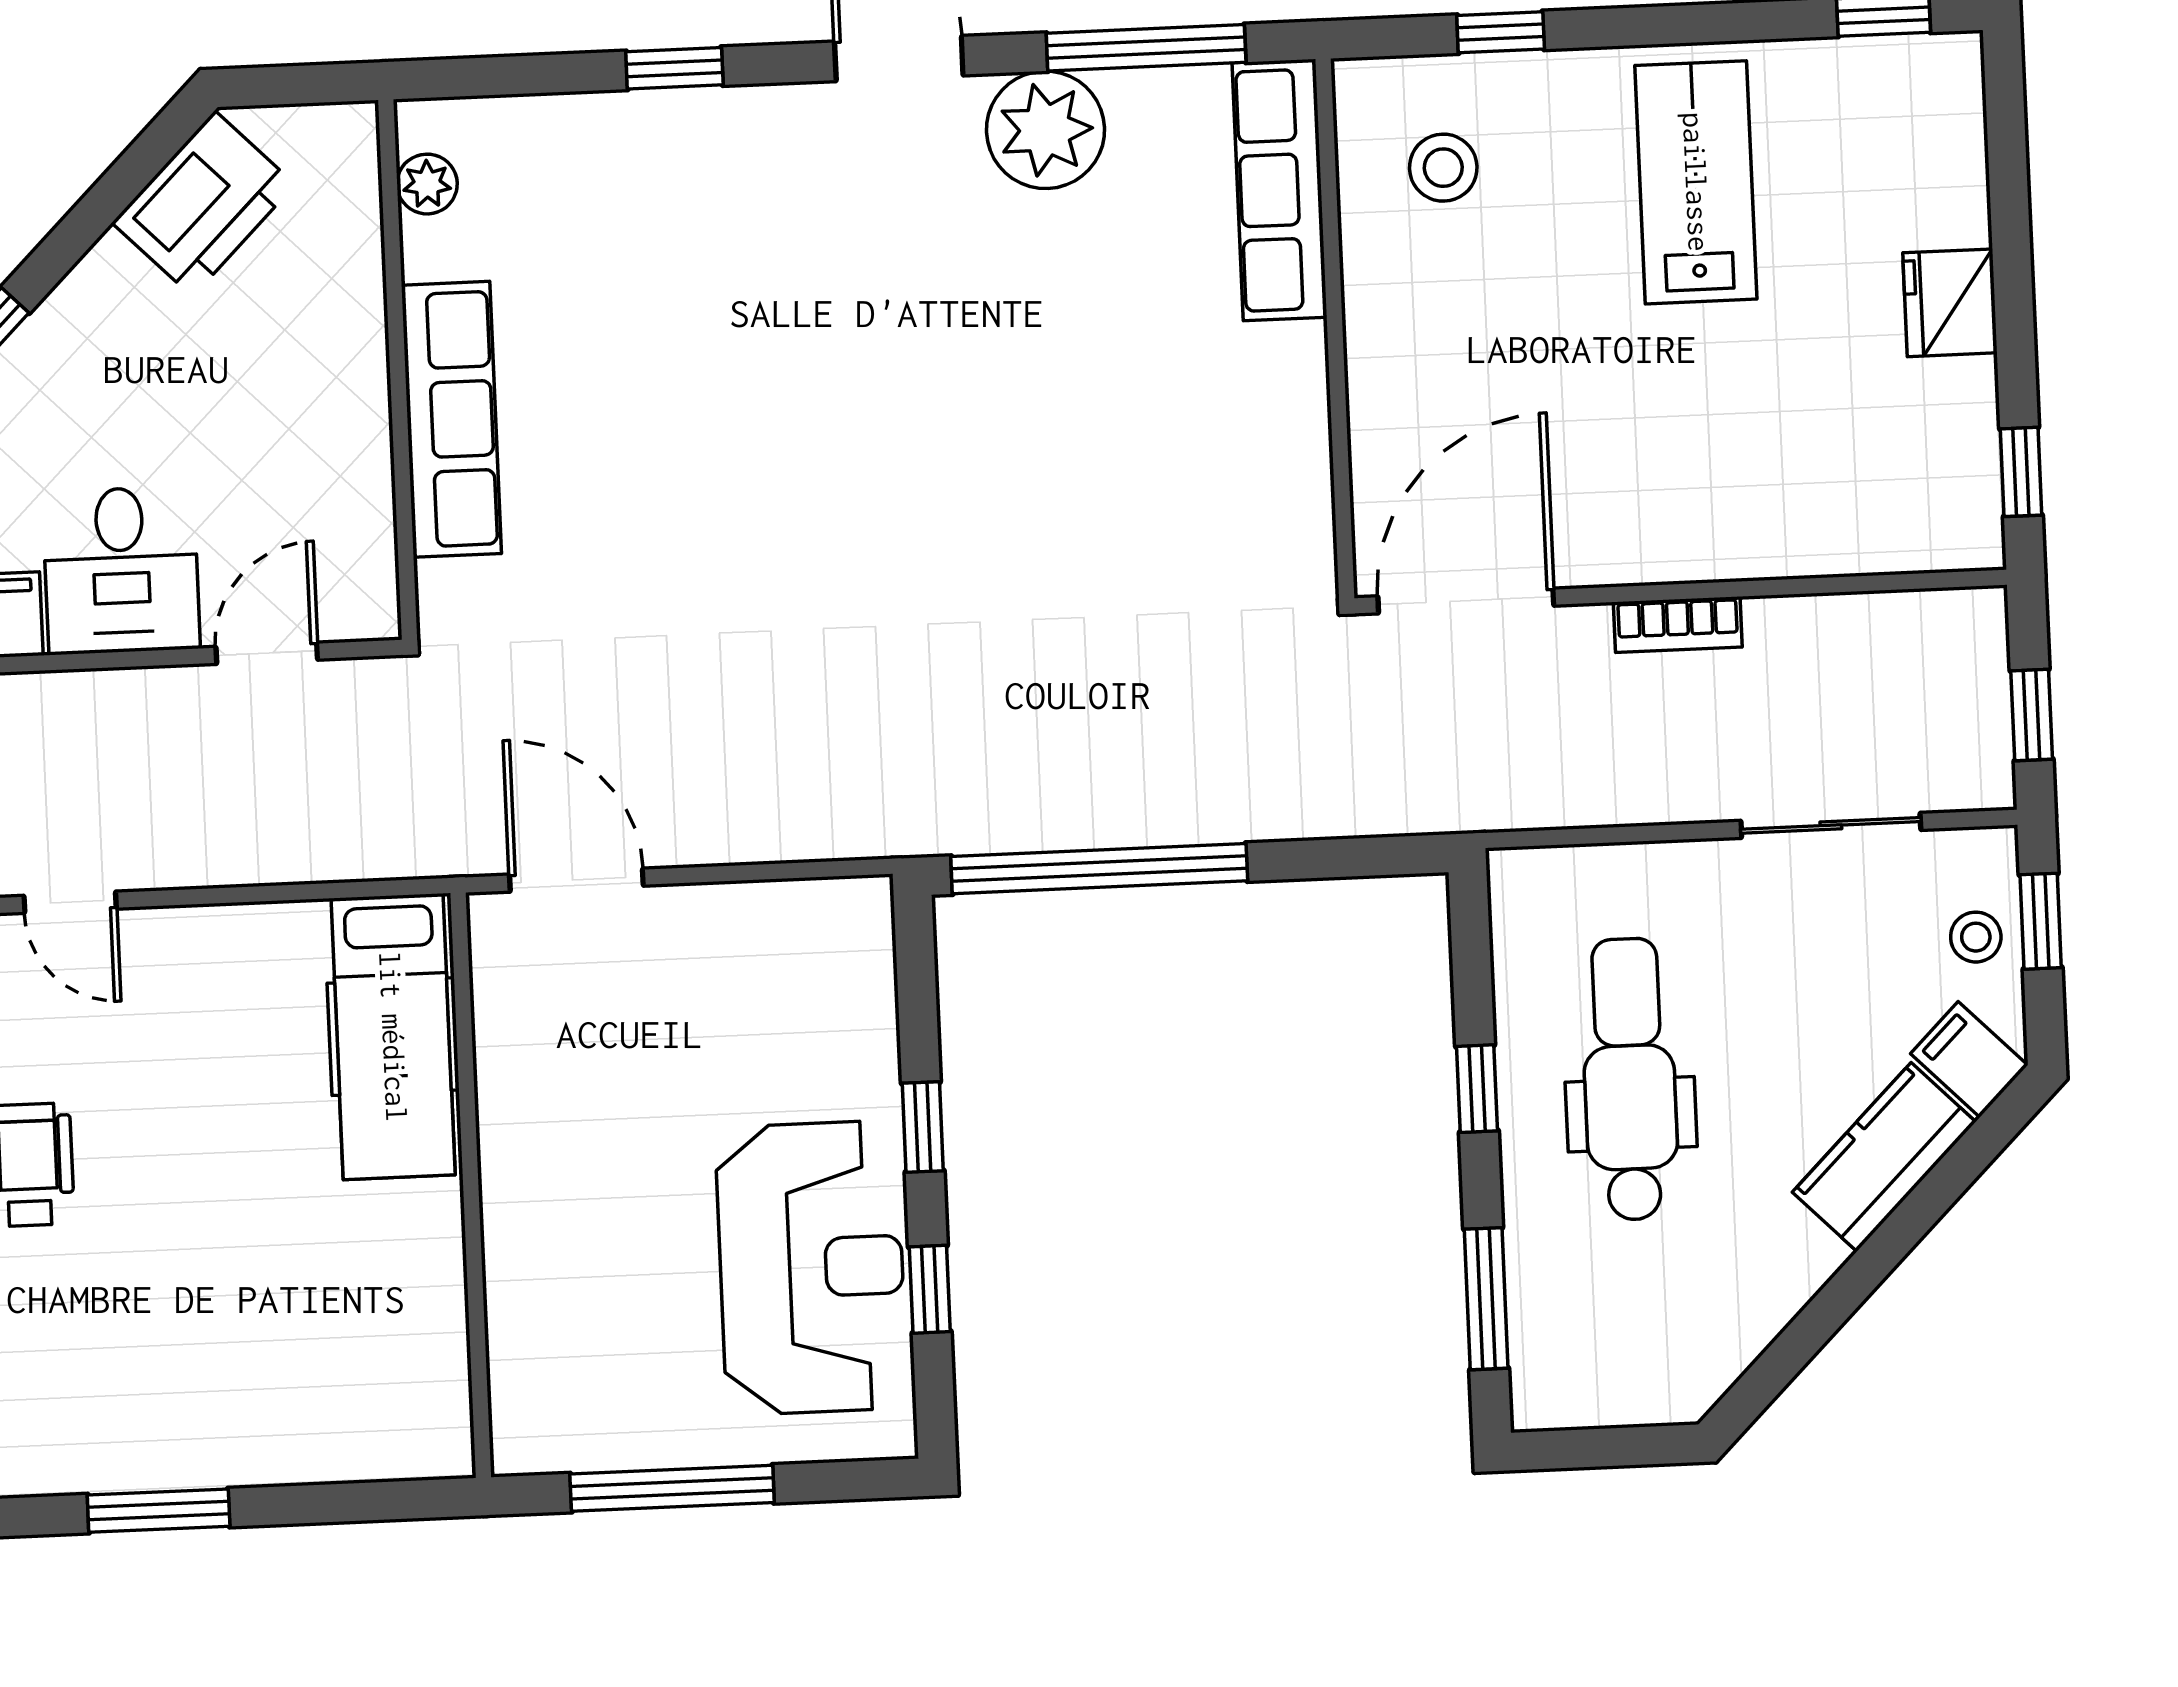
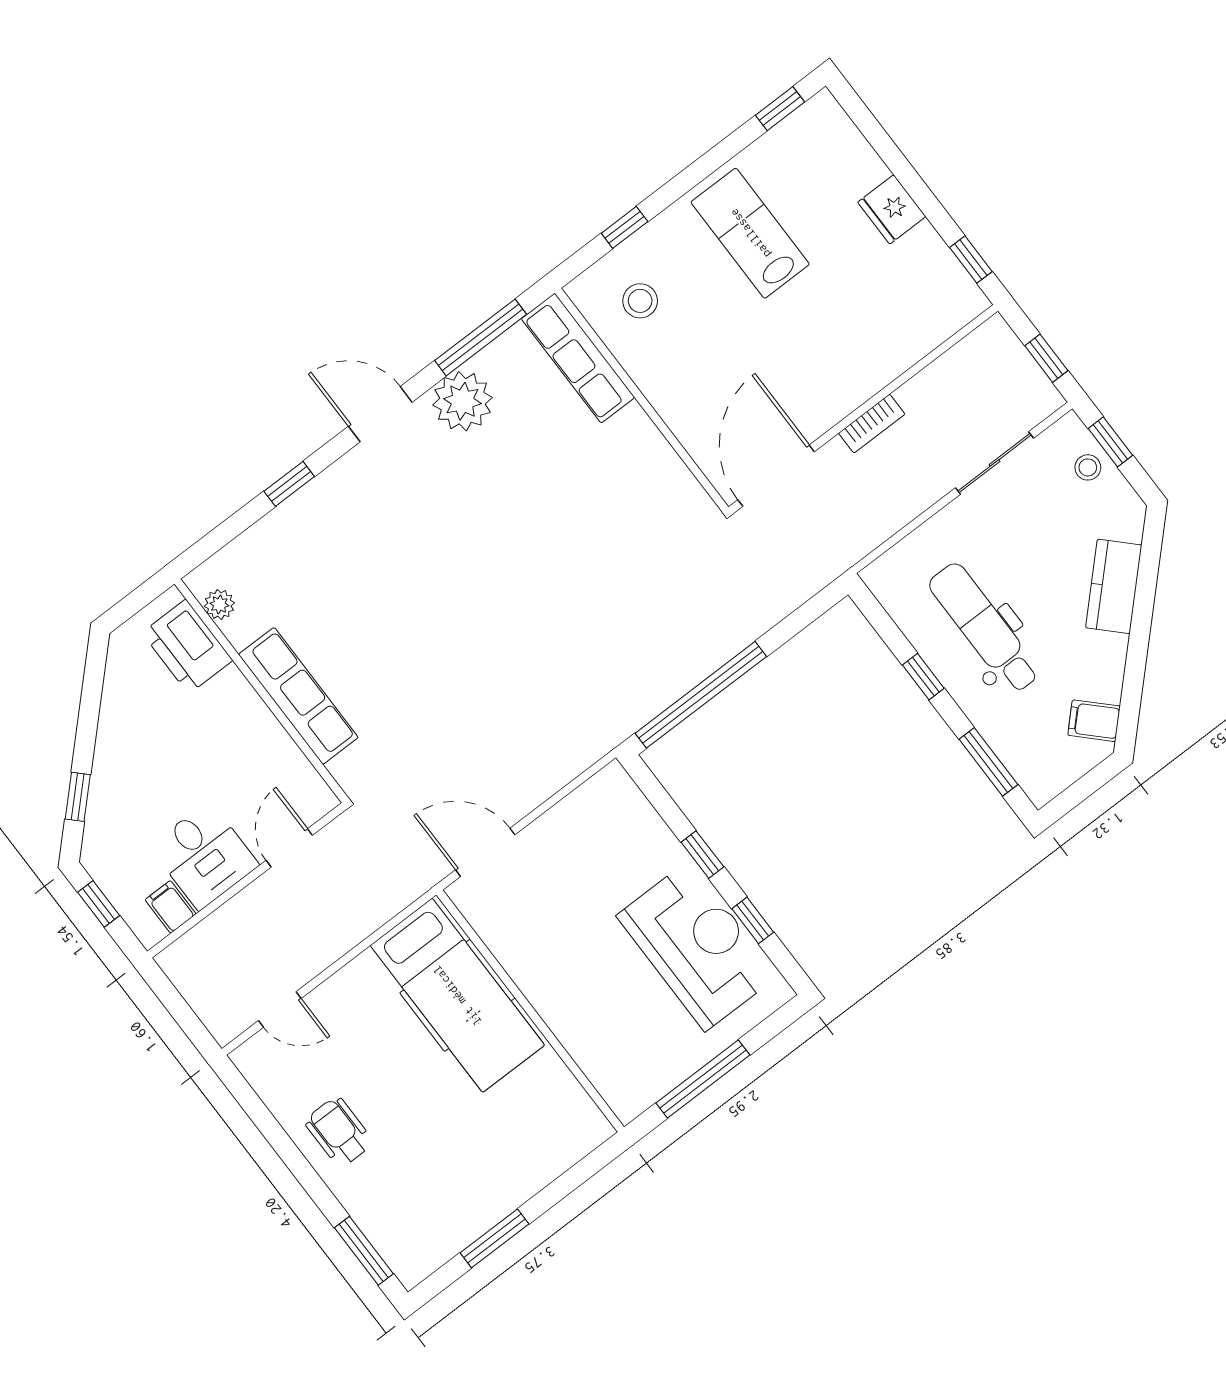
printer: (204, 204) -> (187, 646), moved, turned 135
hospital bed: (393, 1037) -> (457, 995), width x1.37, depth x1.29
filing cabinet: (1969, 1059) -> (1094, 721), moved

